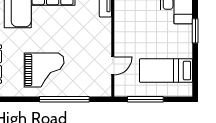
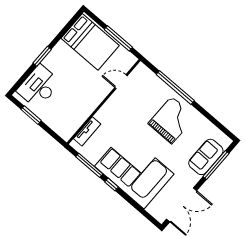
grand piano: (44, 70) -> (172, 120), turned 90
bed: (166, 71) -> (90, 42), width x1.50

